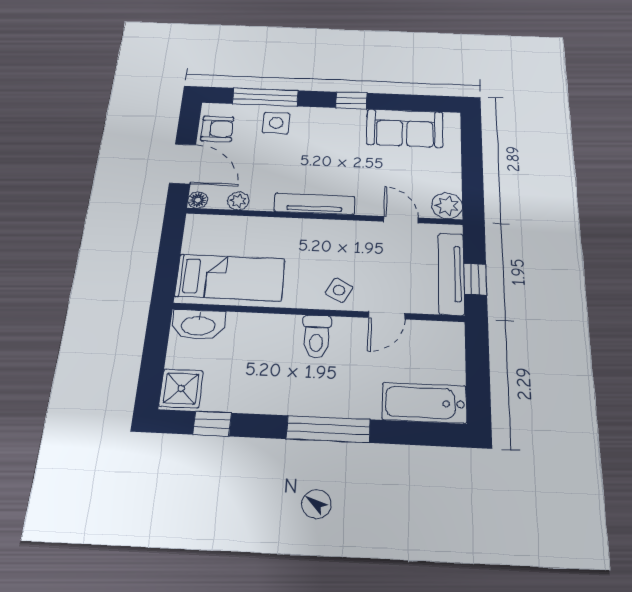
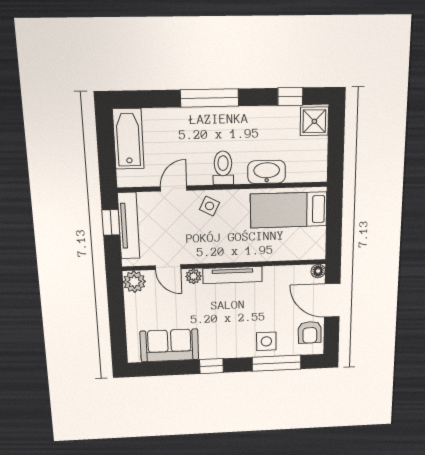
armchair: (217, 129) -> (310, 332), turned -91
plant: (238, 201) -> (193, 276), moved
washbasin: (198, 325) -> (267, 172), moved
bathtub: (424, 403) -> (128, 139), moved, turned -90

